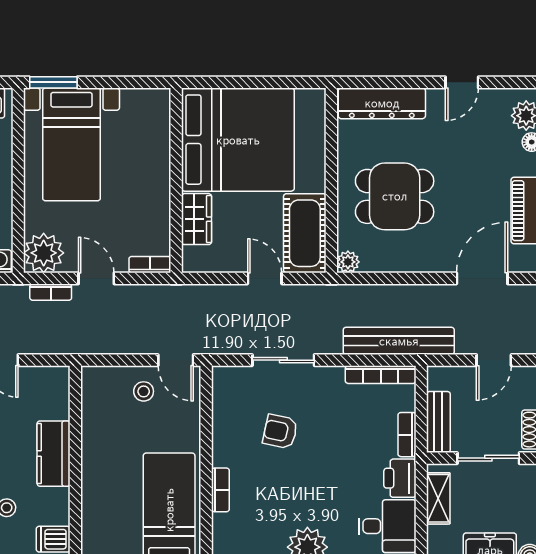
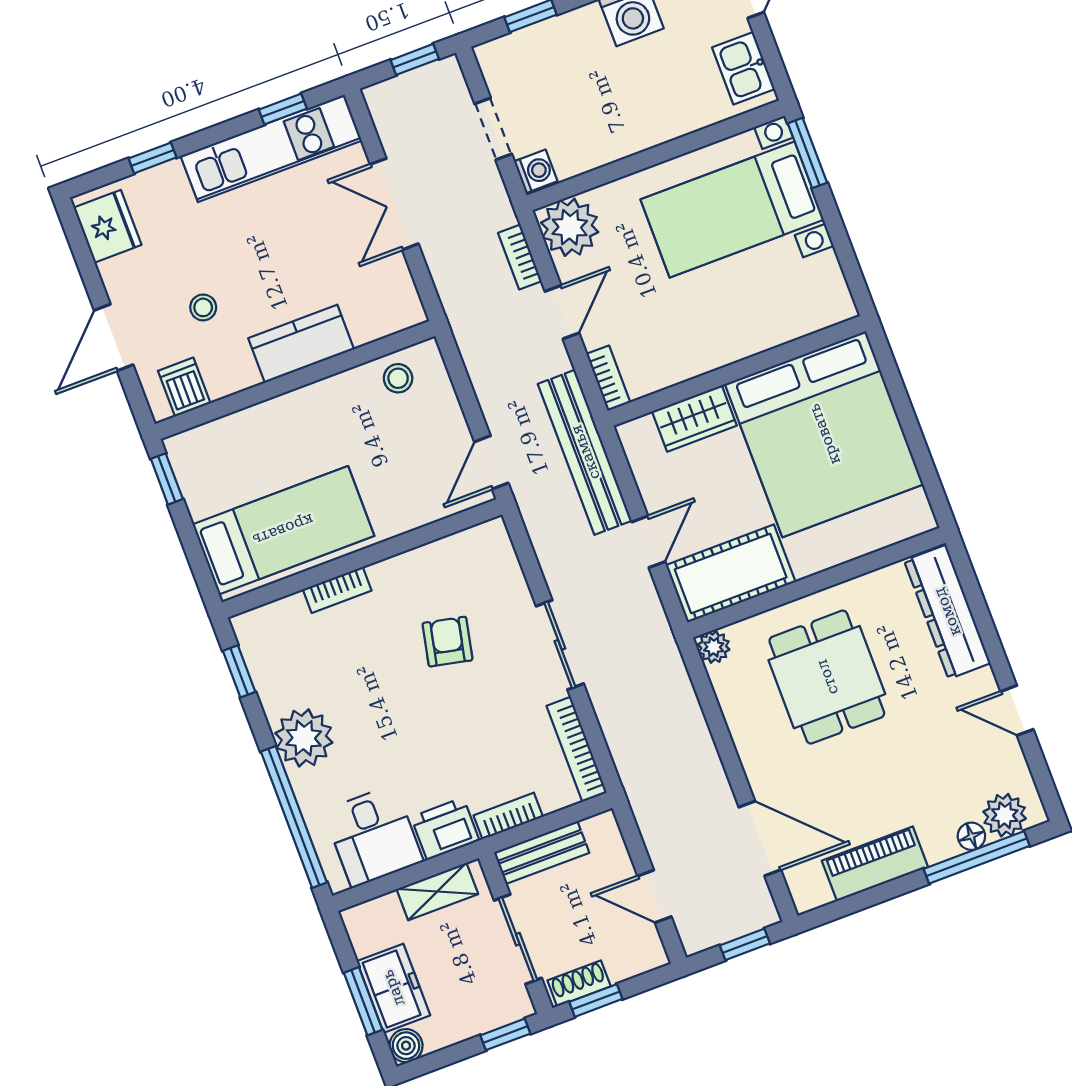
bench: (399, 341) -> (585, 452), moved
sliding door: (283, 360) -> (560, 645), moved
stool: (144, 391) -> (398, 378), moved

